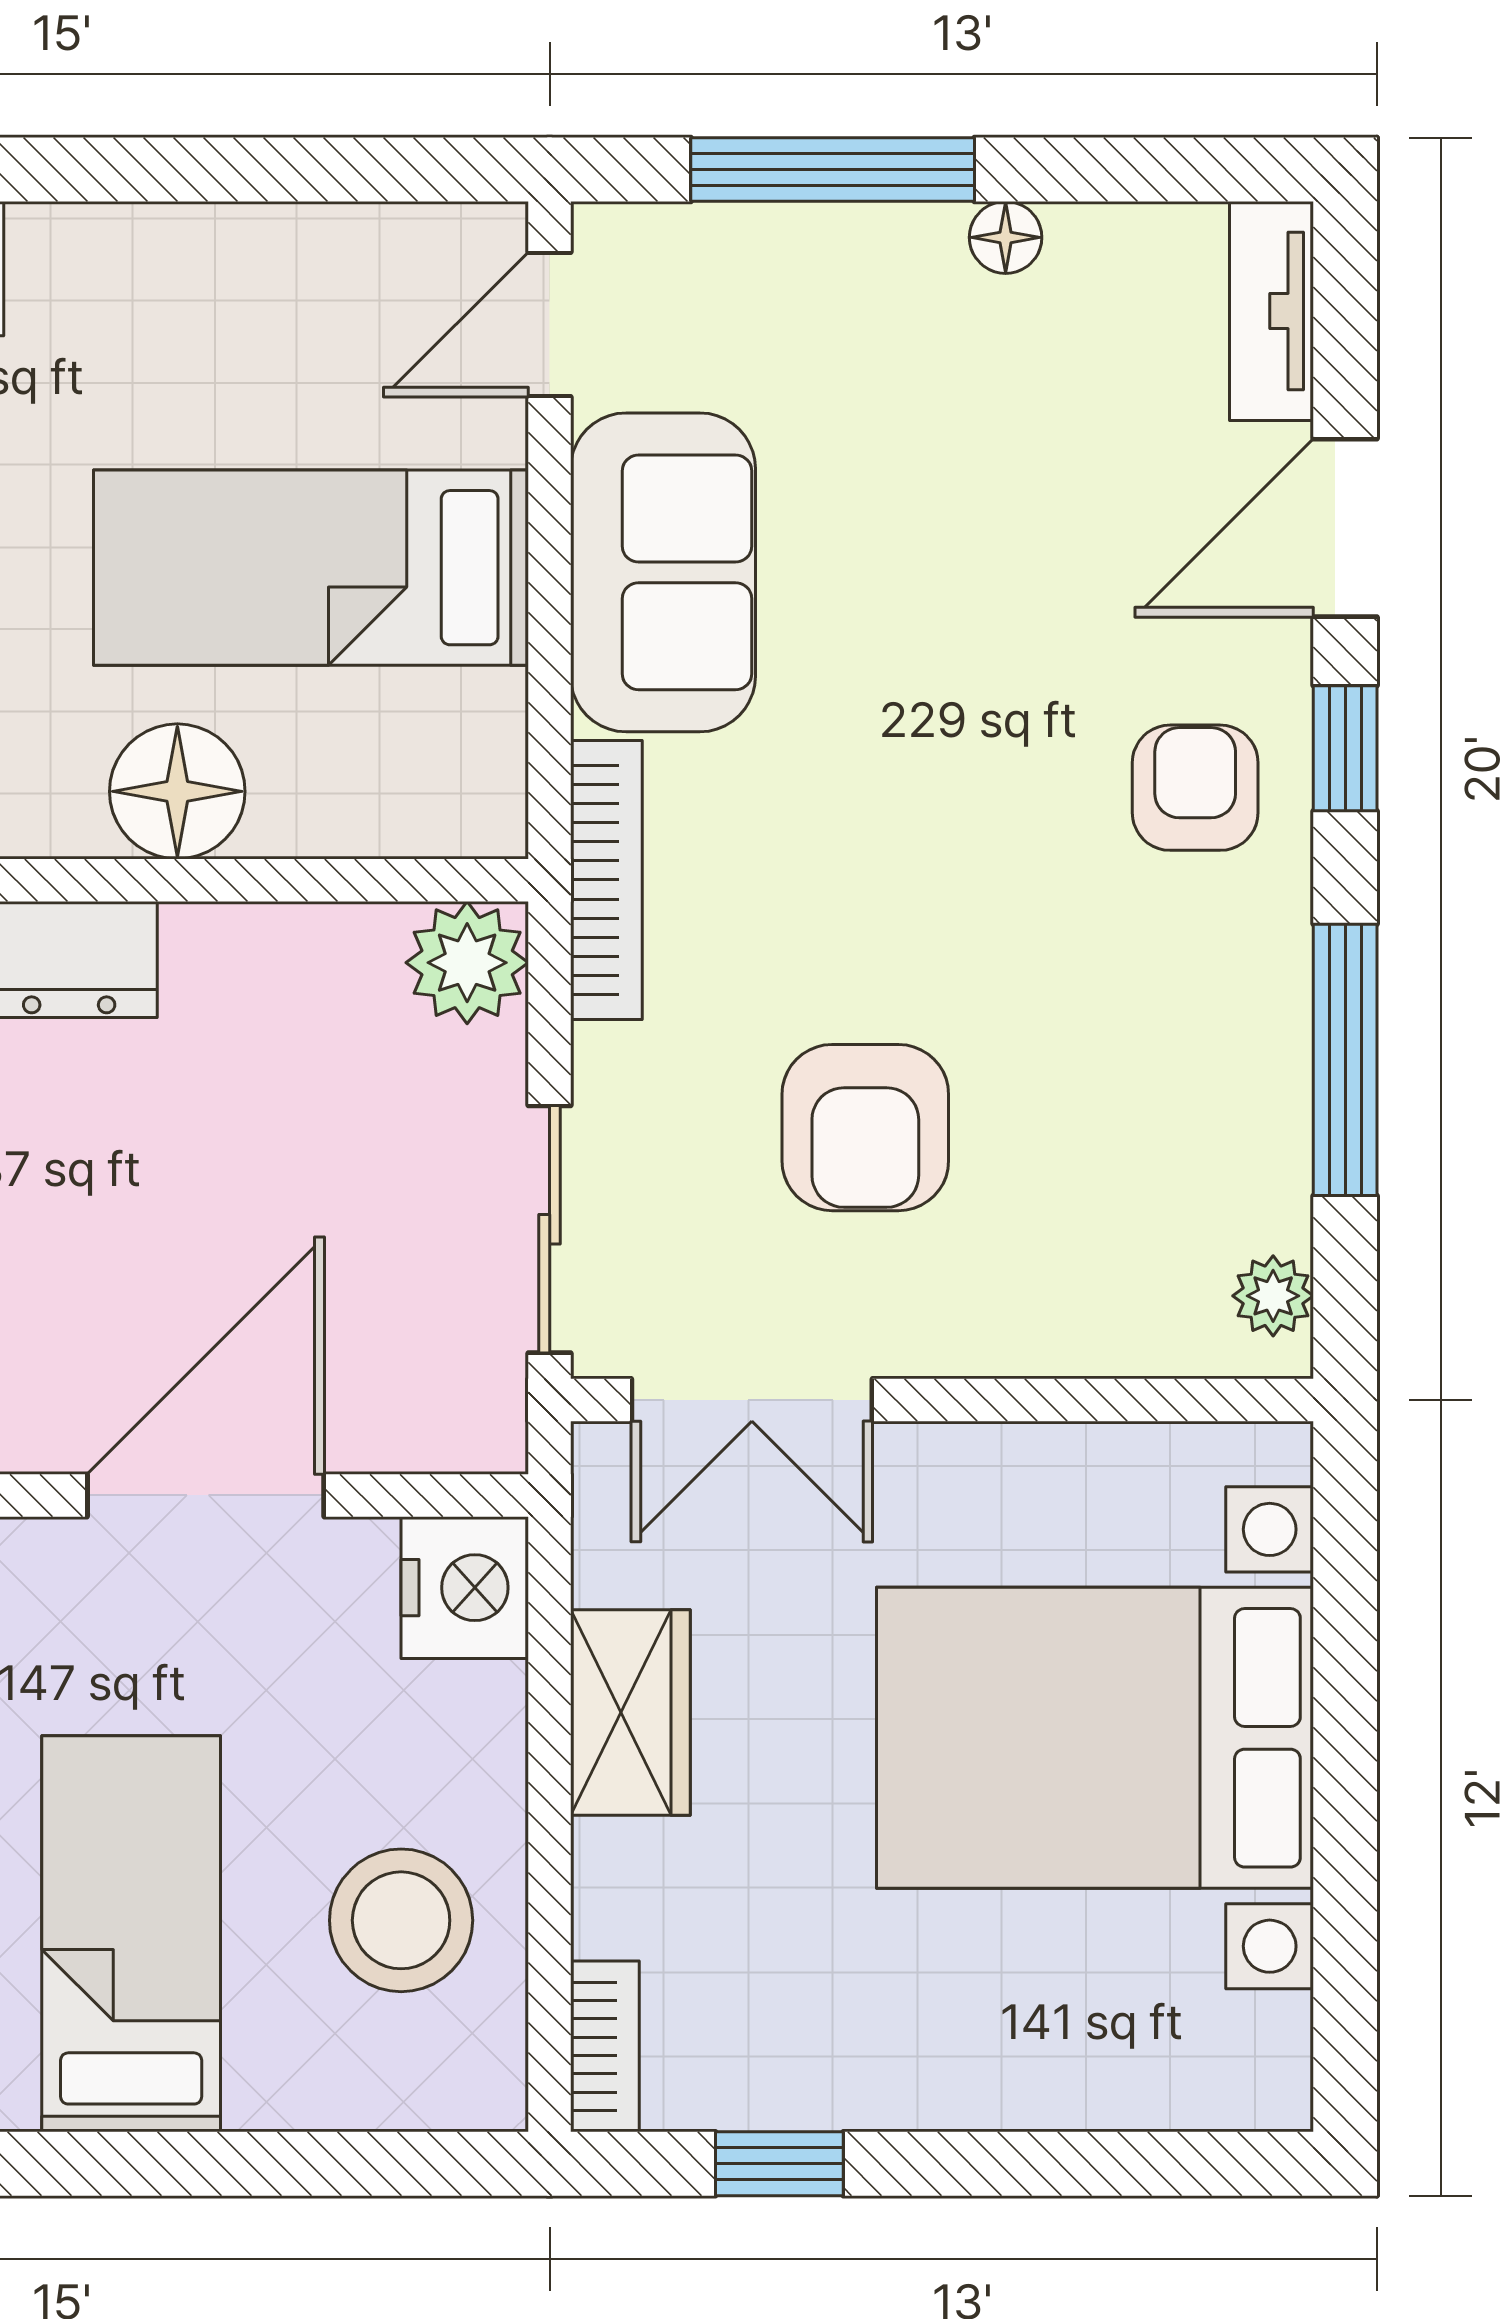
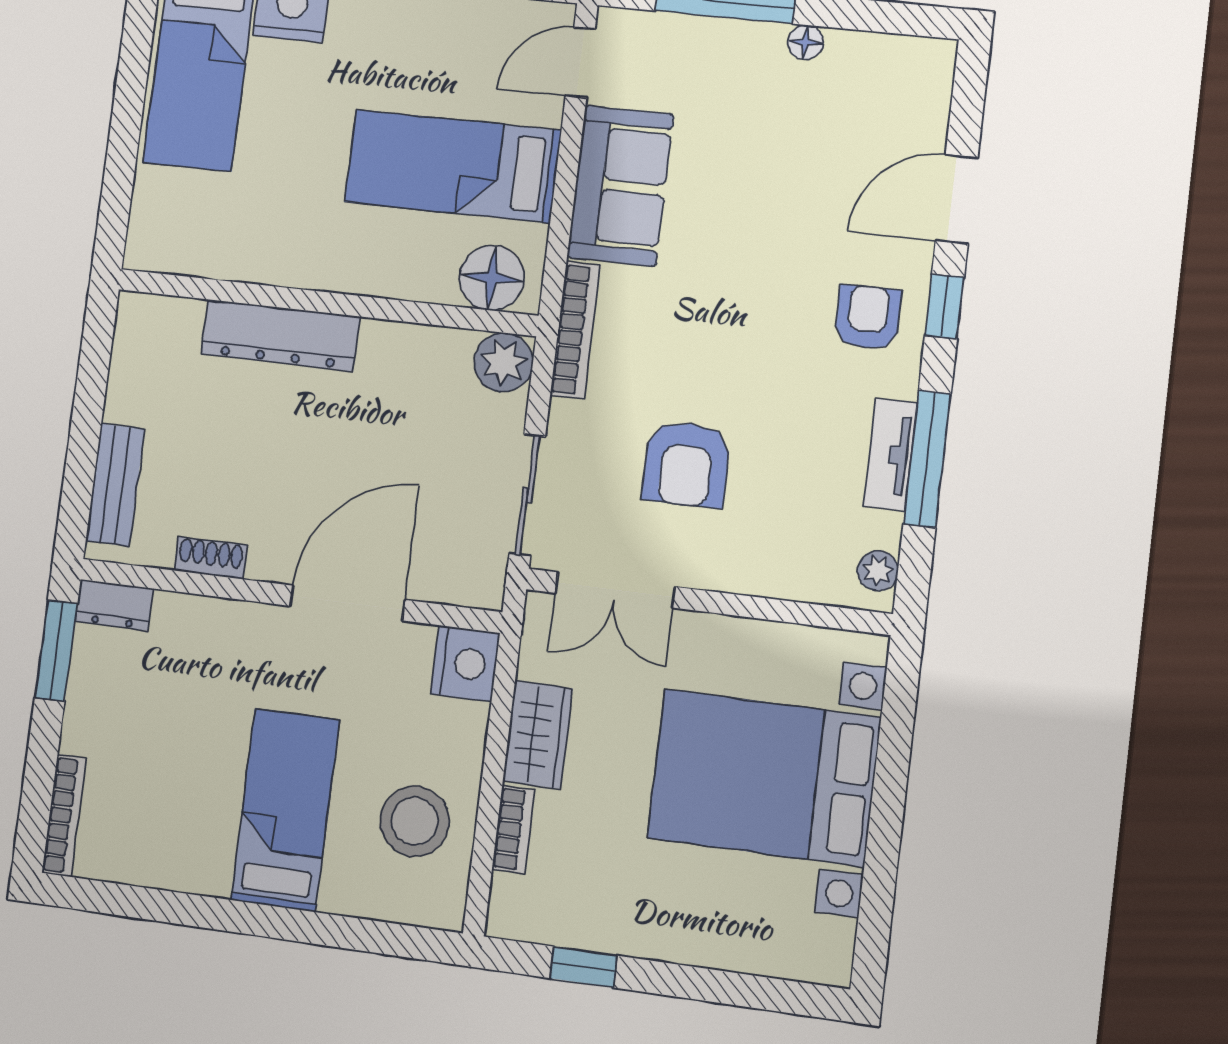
tv unit: (1271, 311) -> (890, 455), moved
floor lamp: (177, 791) -> (492, 278), moved
bookcase: (605, 2046) -> (514, 830), moved

